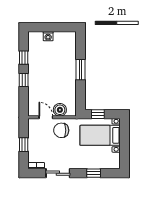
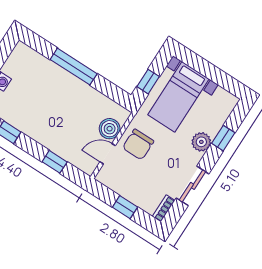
window: (80, 70) -> (74, 67), width x1.44
window: (24, 80) -> (55, 162), moved
plant: (84, 163) -> (201, 142), added

